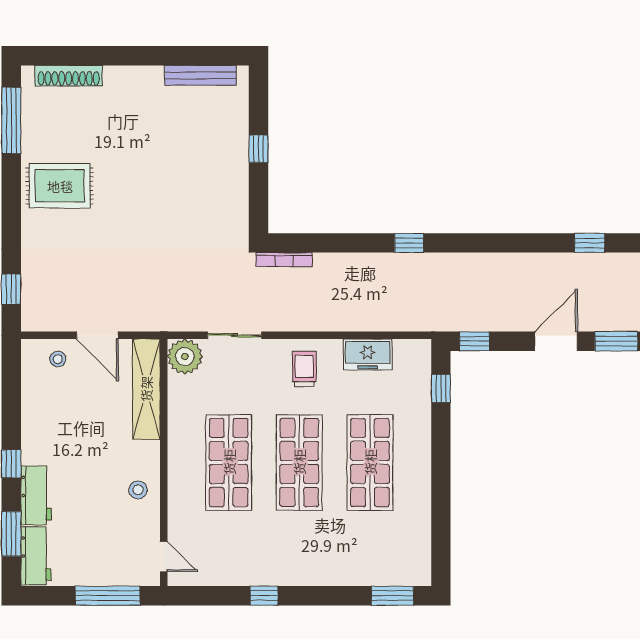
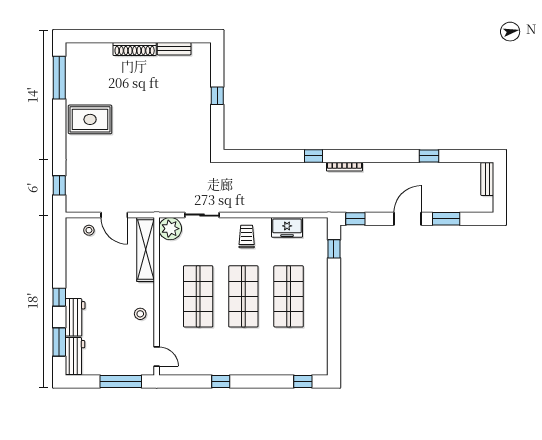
bench: (200, 75) -> (174, 49), width x0.73
shoe rack: (69, 76) -> (135, 49), moved
bookcase: (284, 260) -> (344, 167), moved
window: (392, 596) -> (303, 382), width x0.67

